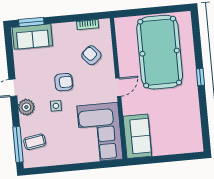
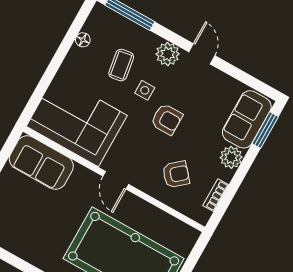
plant: (60, 31) -> (231, 157), added
armchair: (64, 82) -> (167, 119), turned -90
coffee table: (35, 142) -> (121, 65), moved
floor lamp: (51, 161) -> (83, 40), added

